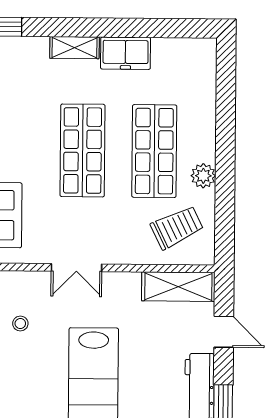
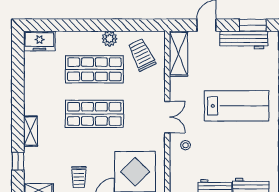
shelving: (75, 48) -> (31, 131), moved
freezer: (126, 53) -> (39, 41), moved, turned 90
stool: (20, 324) -> (186, 145), moved

